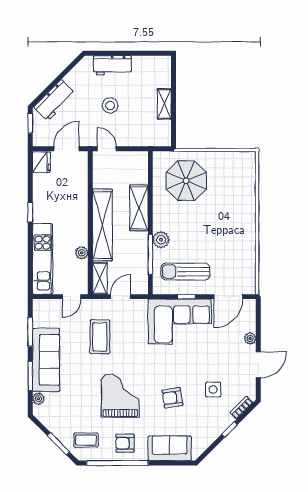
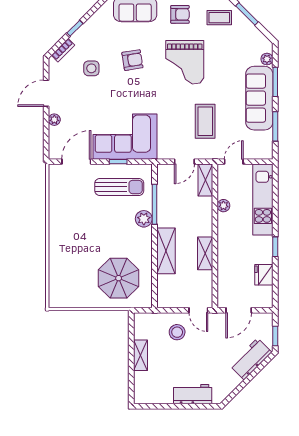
stool: (110, 105) -> (177, 332), moved
fridge: (41, 162) -> (264, 275), moved
shelving: (102, 225) -> (205, 253), width x0.45, depth x0.75

